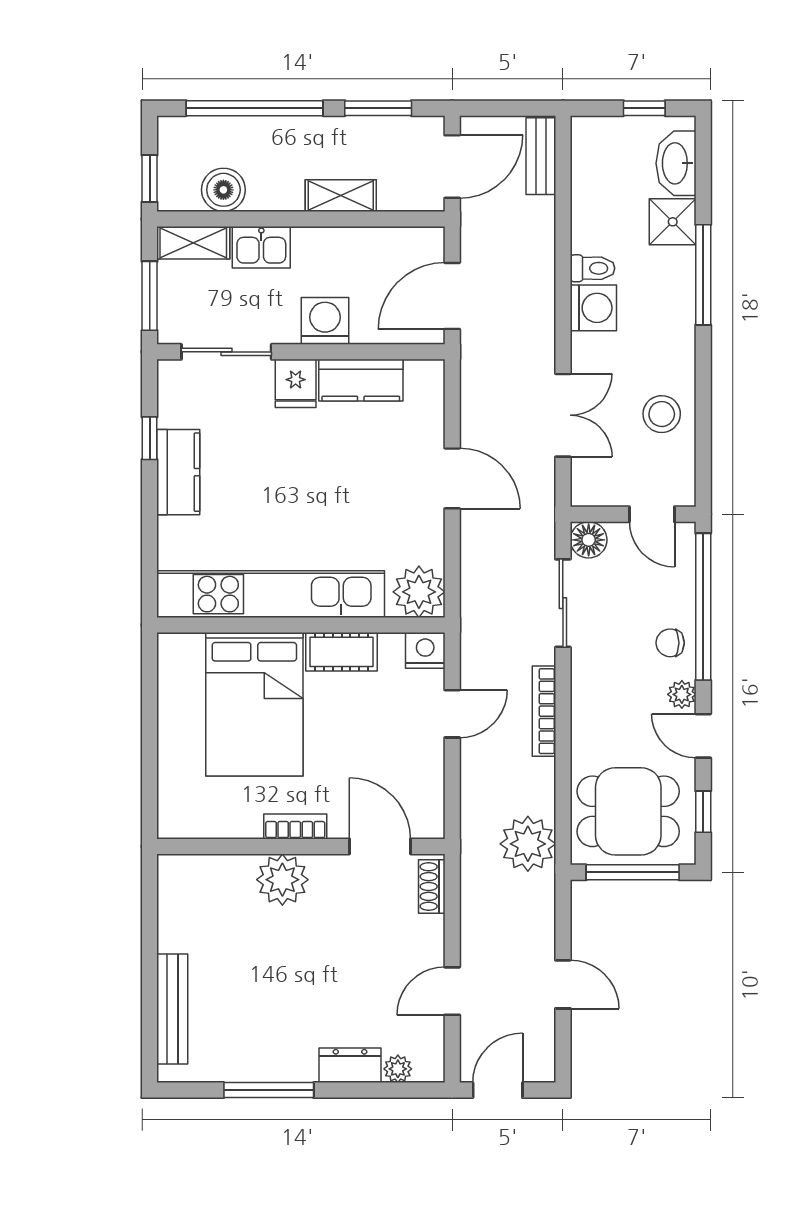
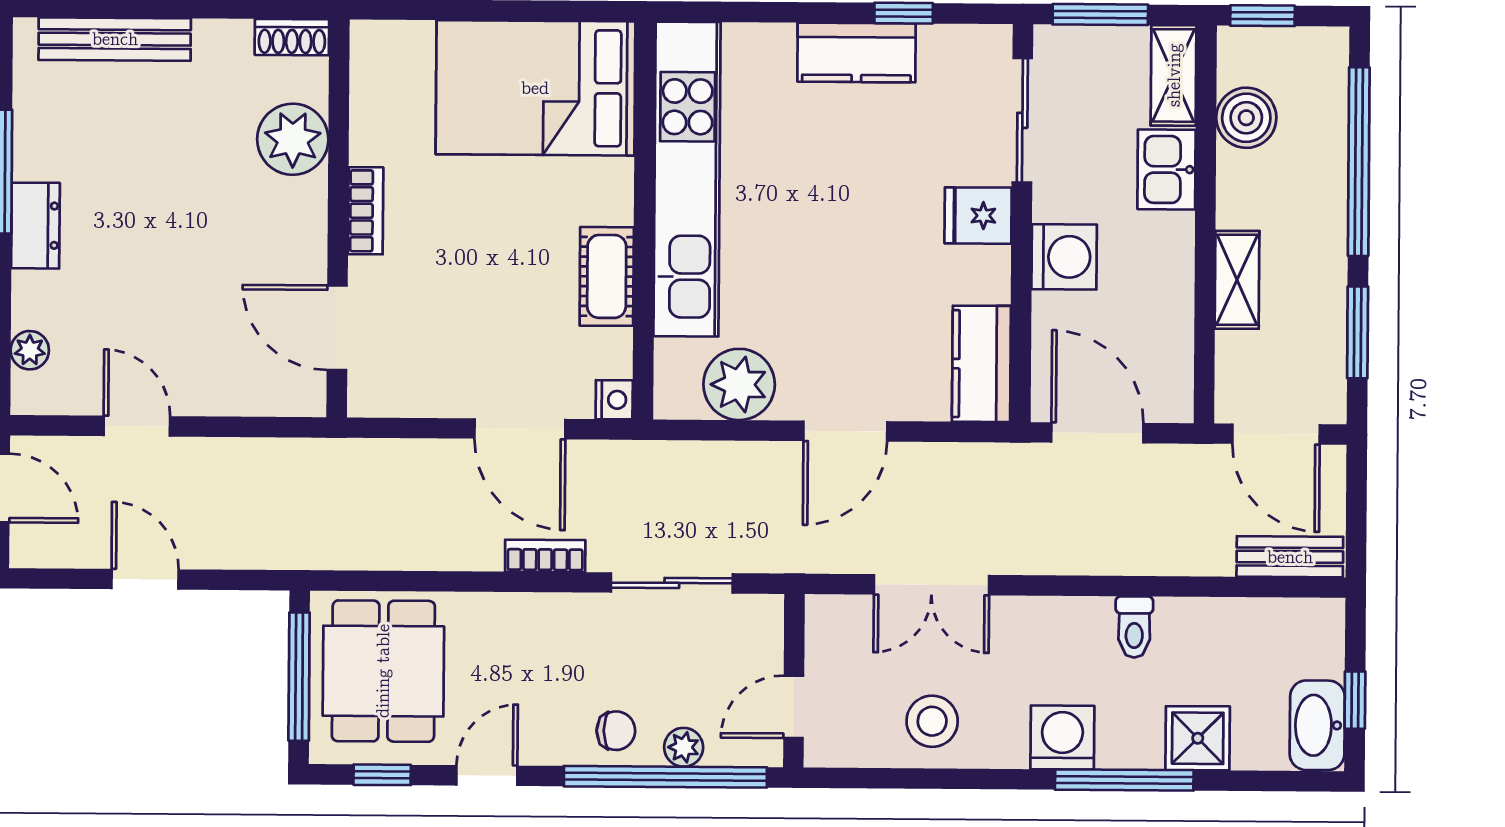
washbasin: (676, 163) -> (1317, 725), moved, turned -90
washing machine: (593, 308) -> (1062, 738), moved, turned 180
kitchen counter: (361, 380) -> (981, 364), moved
floor lamp: (589, 540) -> (759, 619), removed
plant: (419, 592) -> (739, 384), moved
chair: (670, 643) -> (616, 731), turned 90
nightstand: (425, 650) -> (614, 400), width x0.72, depth x0.74
plant: (682, 694) -> (684, 747), moved
bed: (254, 704) -> (535, 88), moved
bookcase: (544, 711) -> (545, 556), width x0.64
door: (452, 714) -> (520, 429), width x1.38
plant: (528, 844) -> (340, 532), removed
door: (380, 846) -> (337, 328), swing flipped
plant: (282, 880) -> (293, 139), moved
shoe rack: (432, 886) -> (292, 37), moved, turned 180
door: (563, 984) -> (145, 579), swing flipped
dresser: (350, 1065) -> (35, 226), moved

